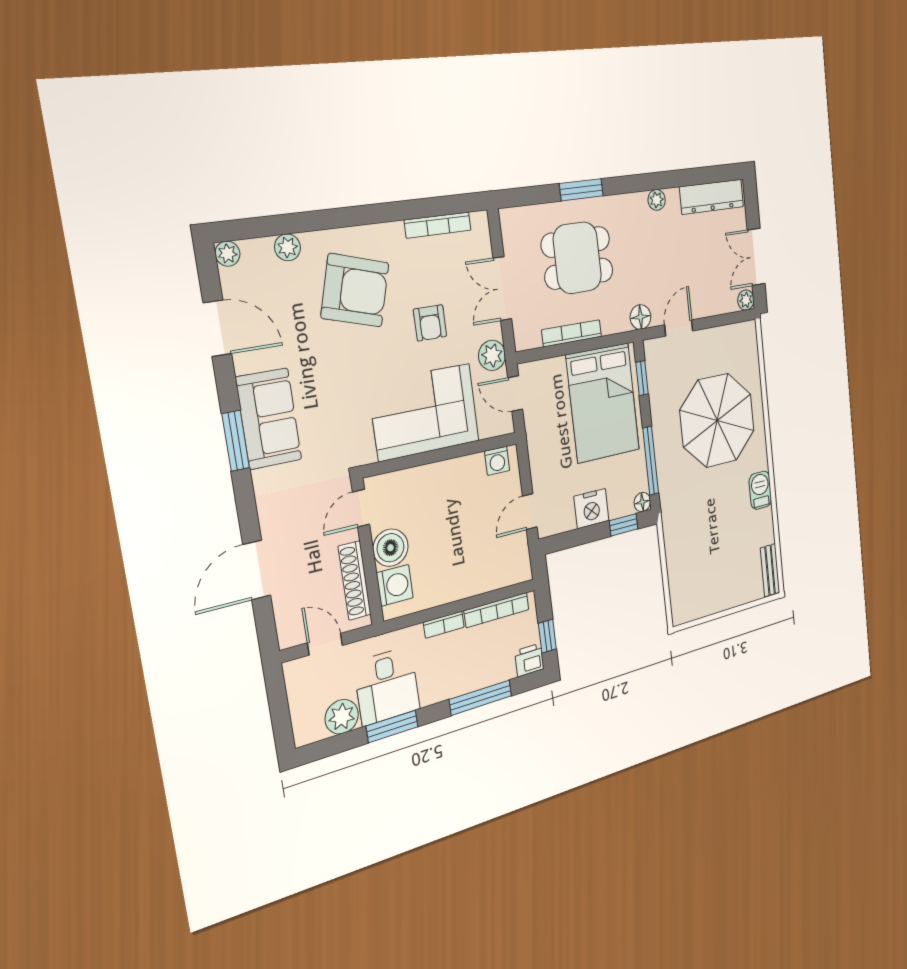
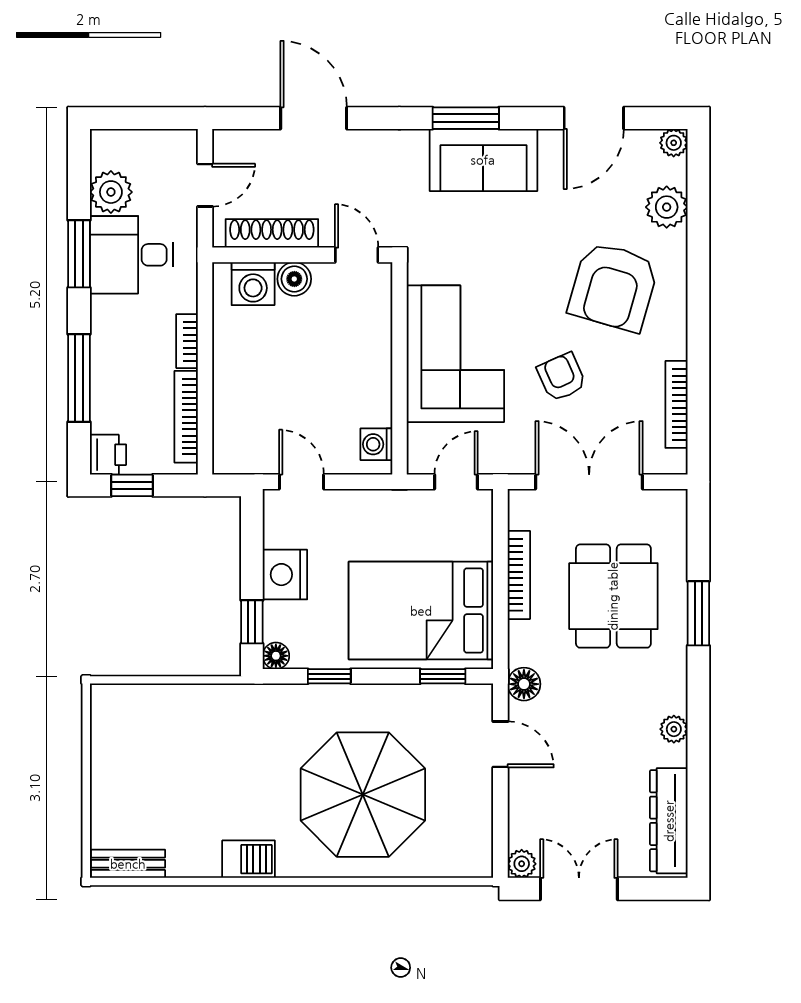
plant: (288, 247) -> (667, 207), width x1.38, depth x1.38
double door: (502, 289) -> (589, 482), width x1.37
armchair: (430, 323) -> (562, 377), turned 66
plant: (492, 355) -> (509, 456), removed
window: (651, 461) -> (329, 676), width x0.46
boiler: (391, 548) -> (294, 279), width x0.73, depth x0.73

